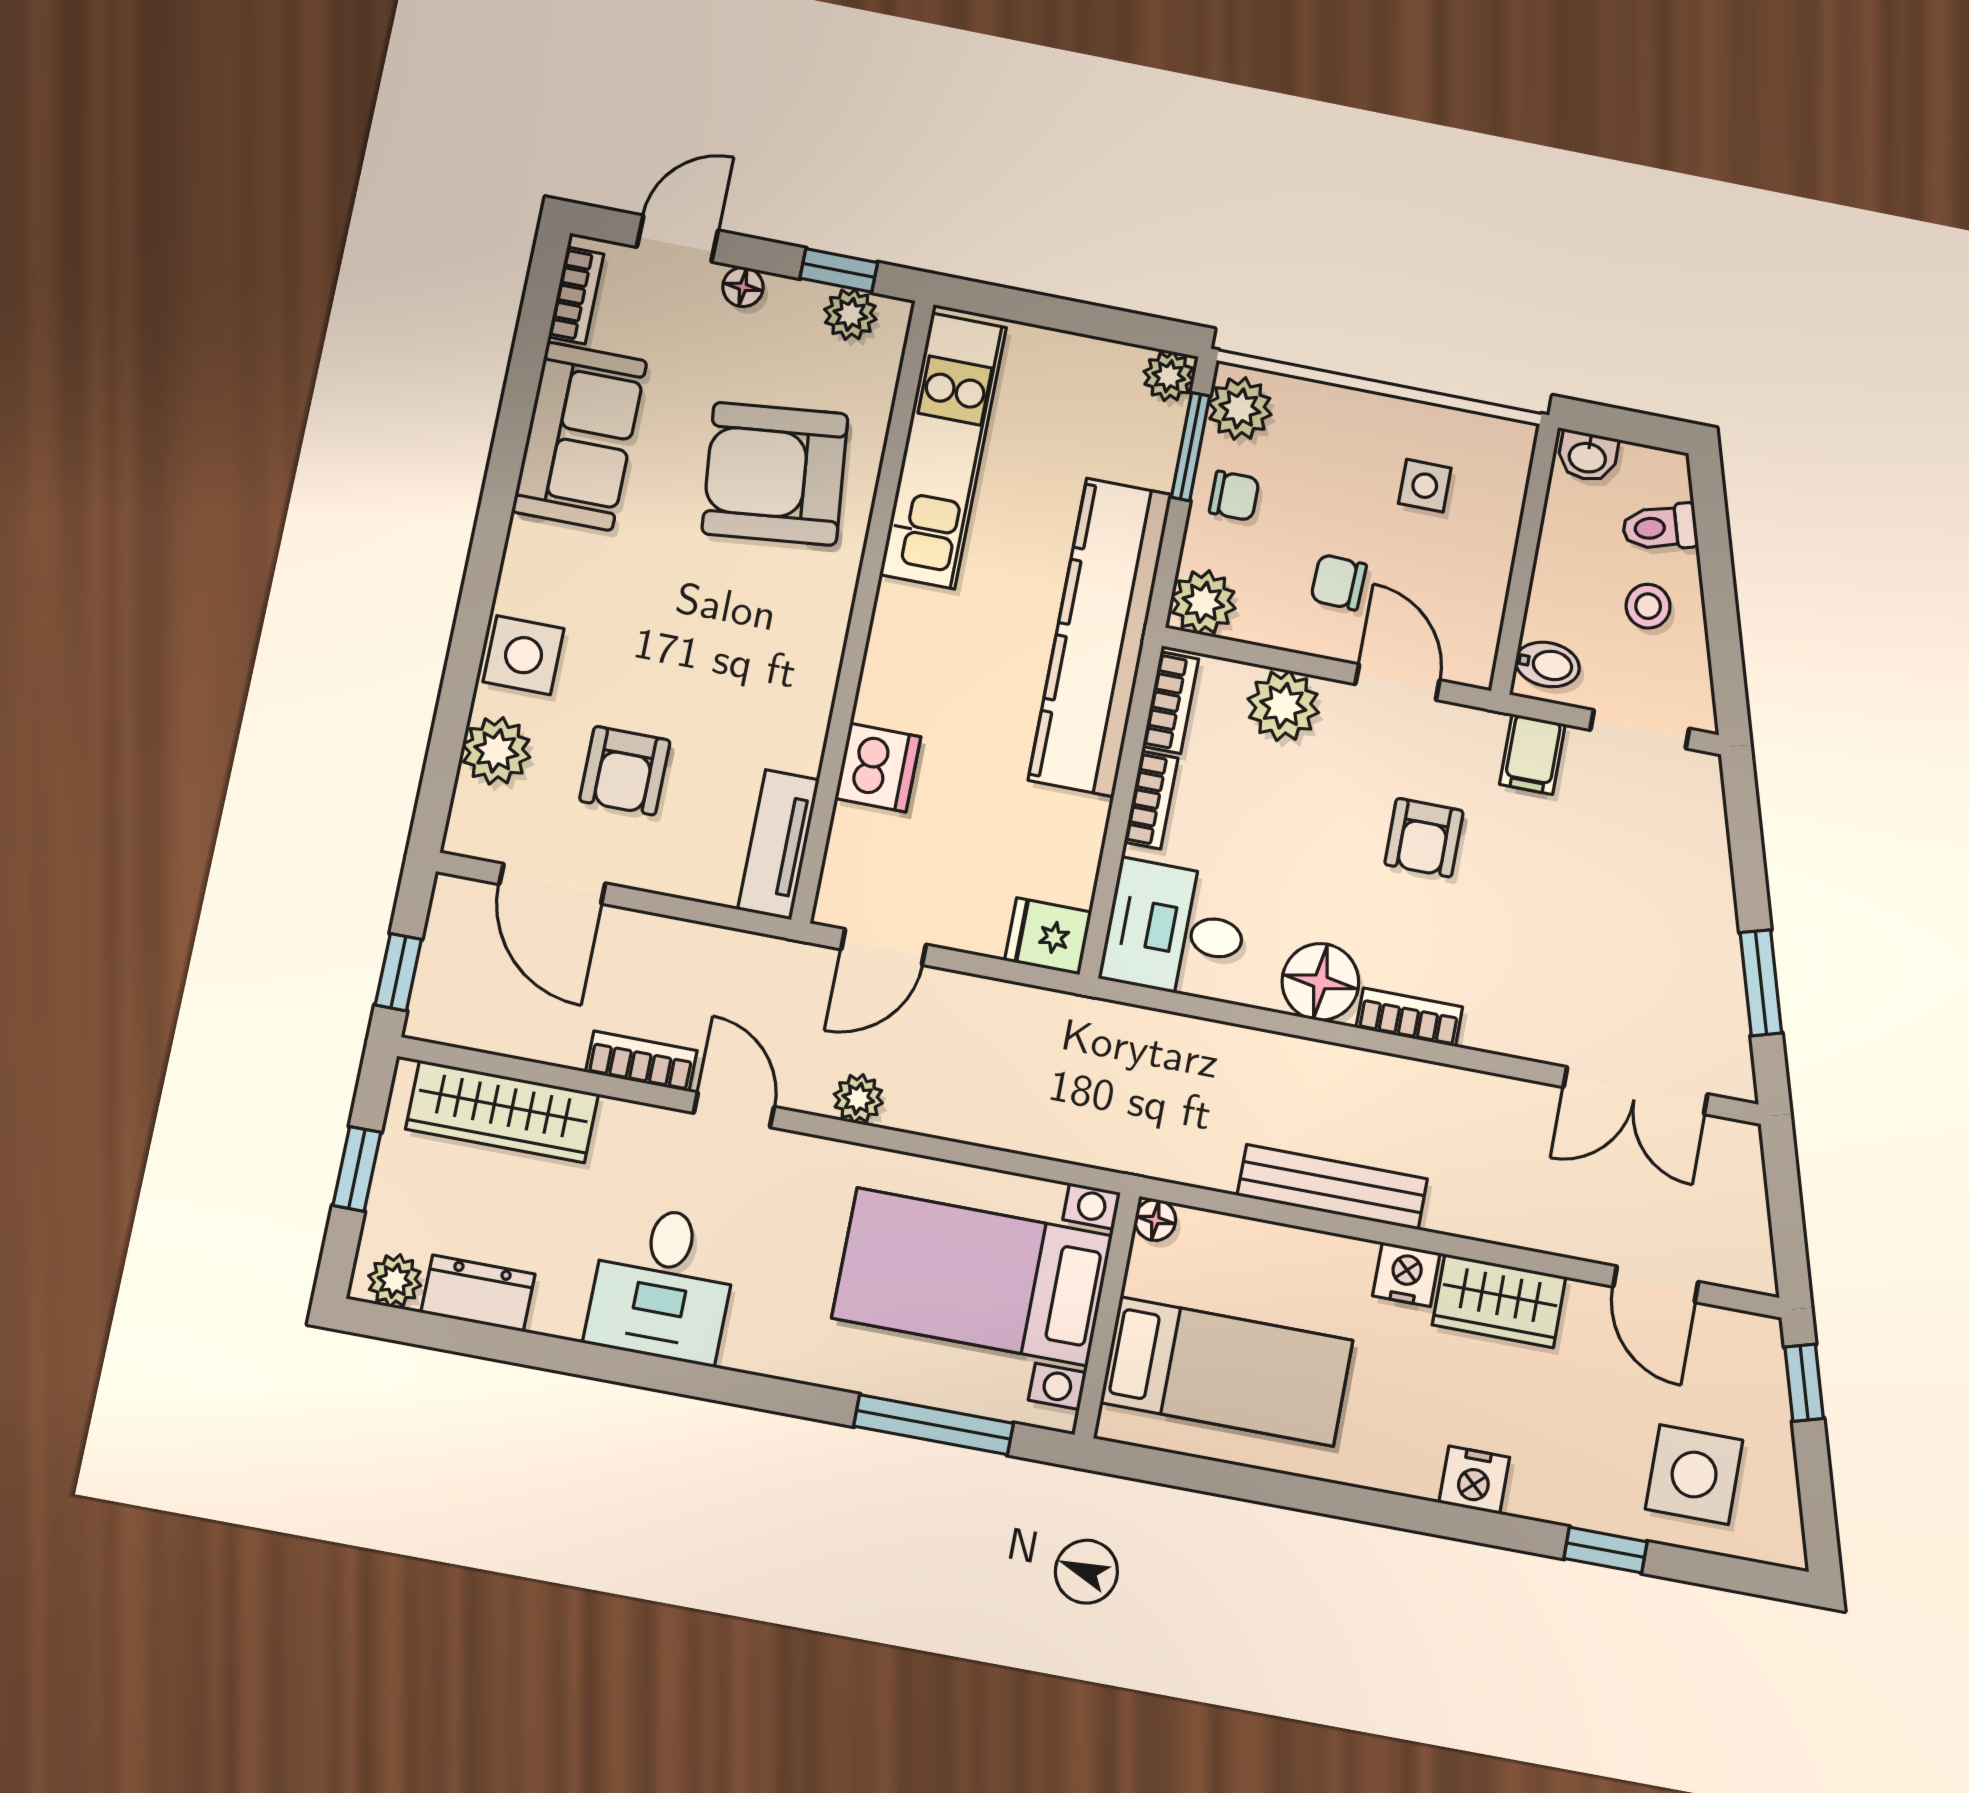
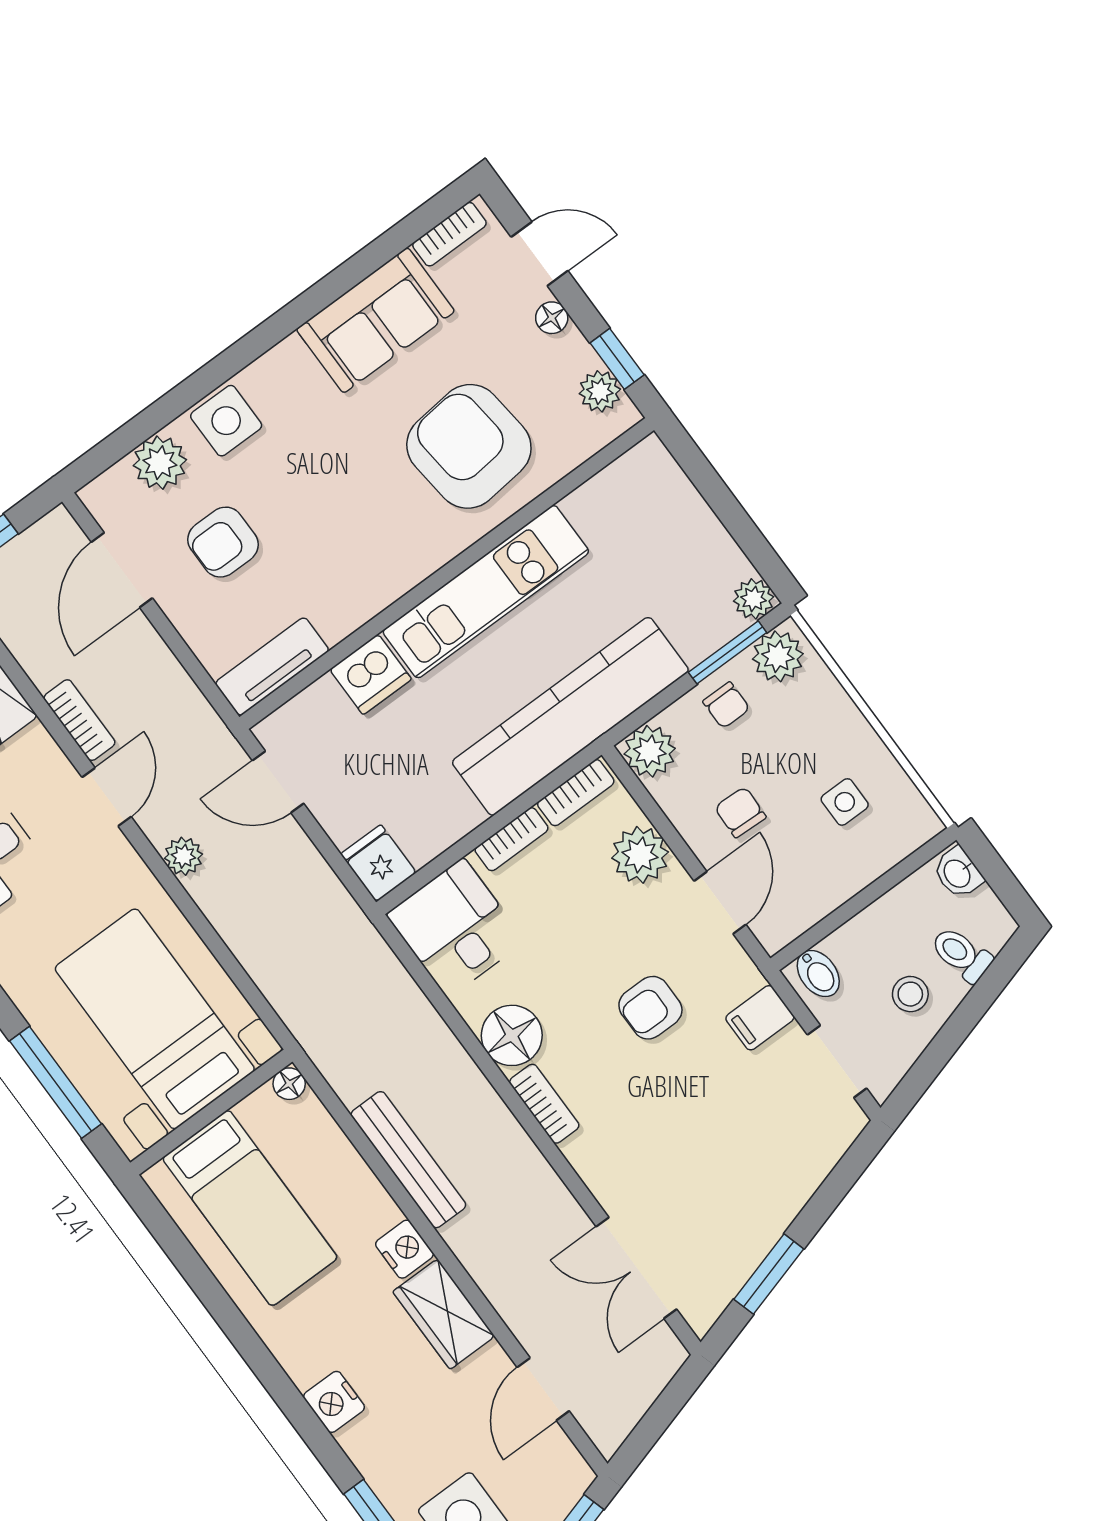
kitchen unit: (943, 451) -> (486, 592), moved

